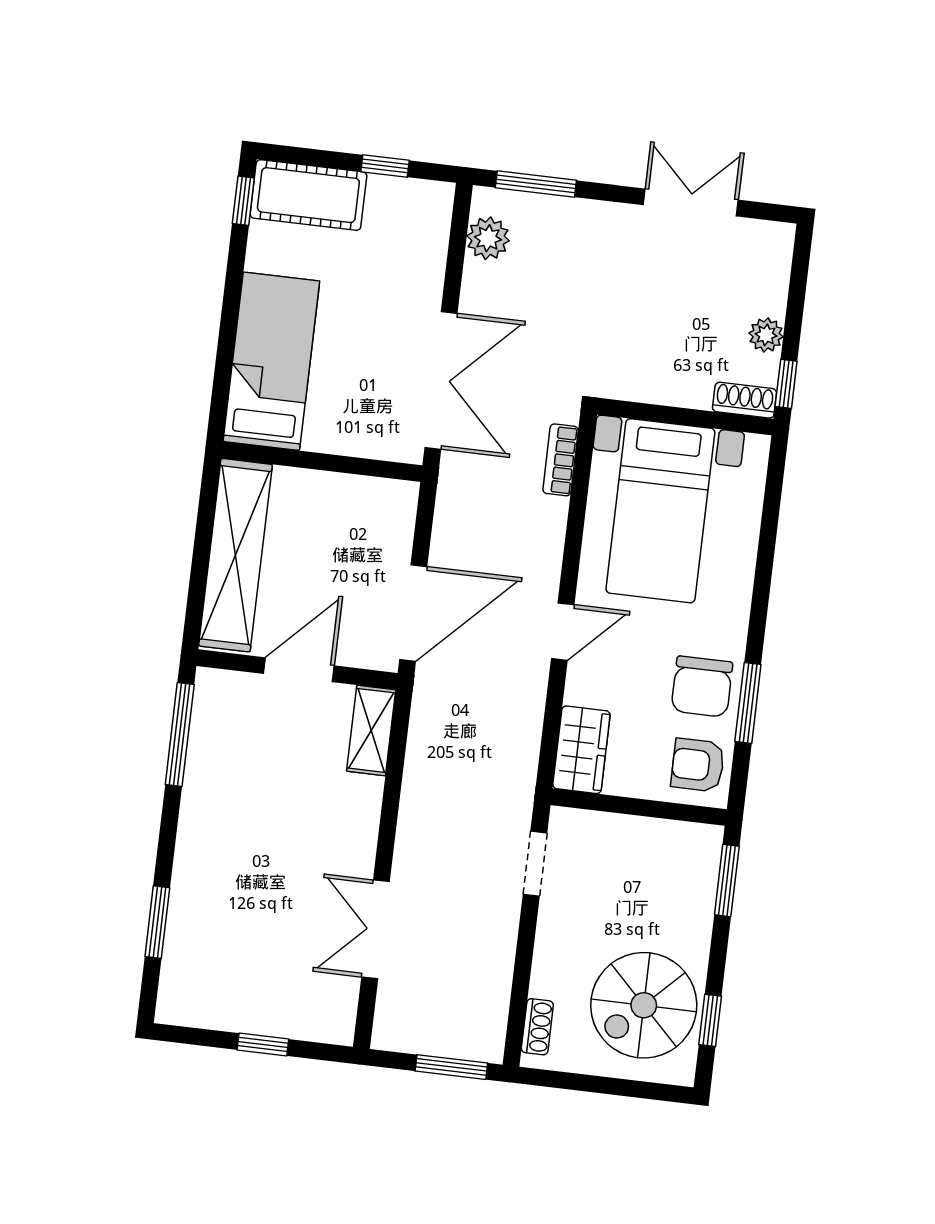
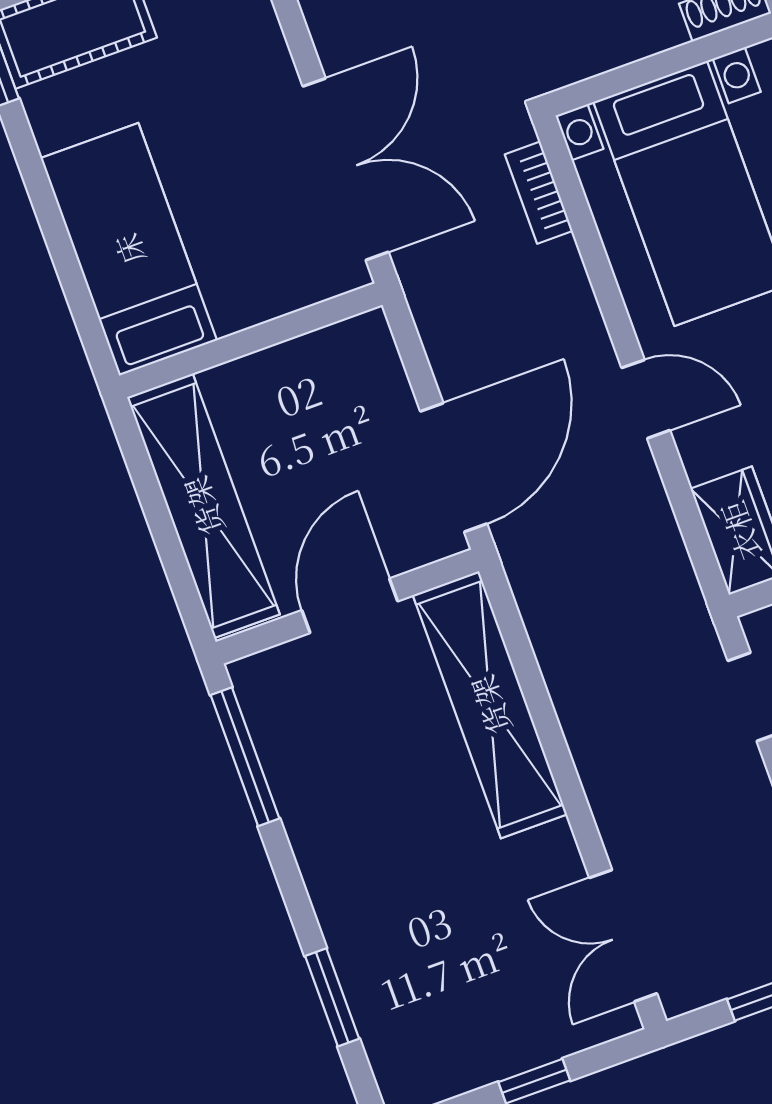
door: (563, 632) -> (646, 399), hinge flipped
shelving: (371, 730) -> (490, 705), width x2.20, depth x1.33
double door: (376, 929) -> (623, 936), moved

